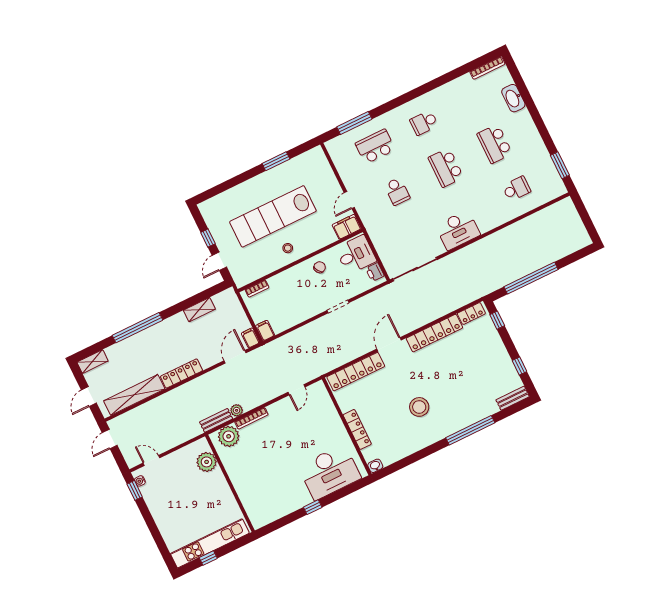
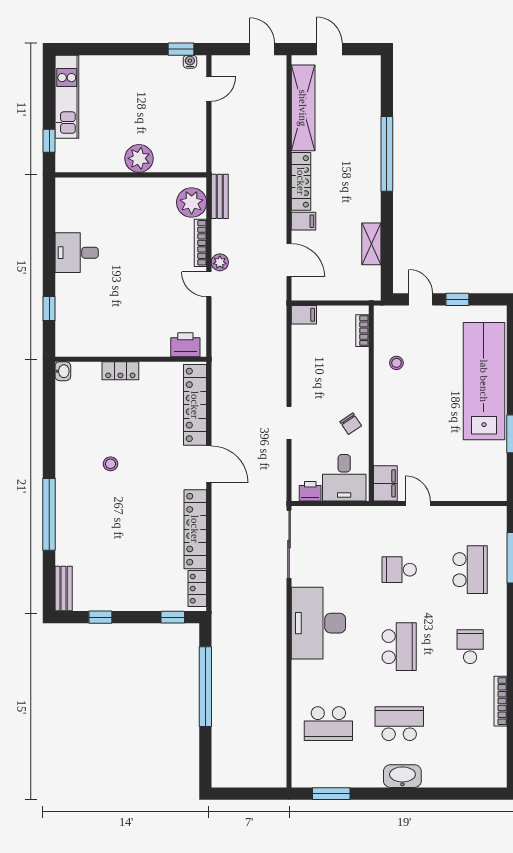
bookcase: (487, 68) -> (501, 701), moved
washbasin: (513, 98) -> (402, 776), moved
school desk: (446, 168) -> (399, 647), turned 90
school desk: (516, 189) -> (328, 724), width x1.85
lab bench: (273, 216) -> (484, 381), moved
desk: (458, 230) -> (318, 623), width x1.36, depth x1.30
stool: (288, 248) -> (396, 363), moved
filing cabinet: (251, 338) -> (303, 221), moved
shelving: (93, 362) -> (372, 75), removed
door: (296, 390) -> (209, 284), moved
printer: (321, 396) -> (185, 345), added
stool: (419, 407) -> (110, 464), width x0.53, depth x0.53
plant: (237, 410) -> (220, 262), moved
locker: (357, 429) -> (120, 371), width x0.66
plant: (207, 462) -> (139, 158), moved
desk: (330, 472) -> (77, 253), moved, width x0.53, depth x0.77
window: (313, 507) -> (49, 308), moved
kitchen unit: (210, 543) -> (67, 97), width x0.73
window: (208, 558) -> (49, 141), moved

